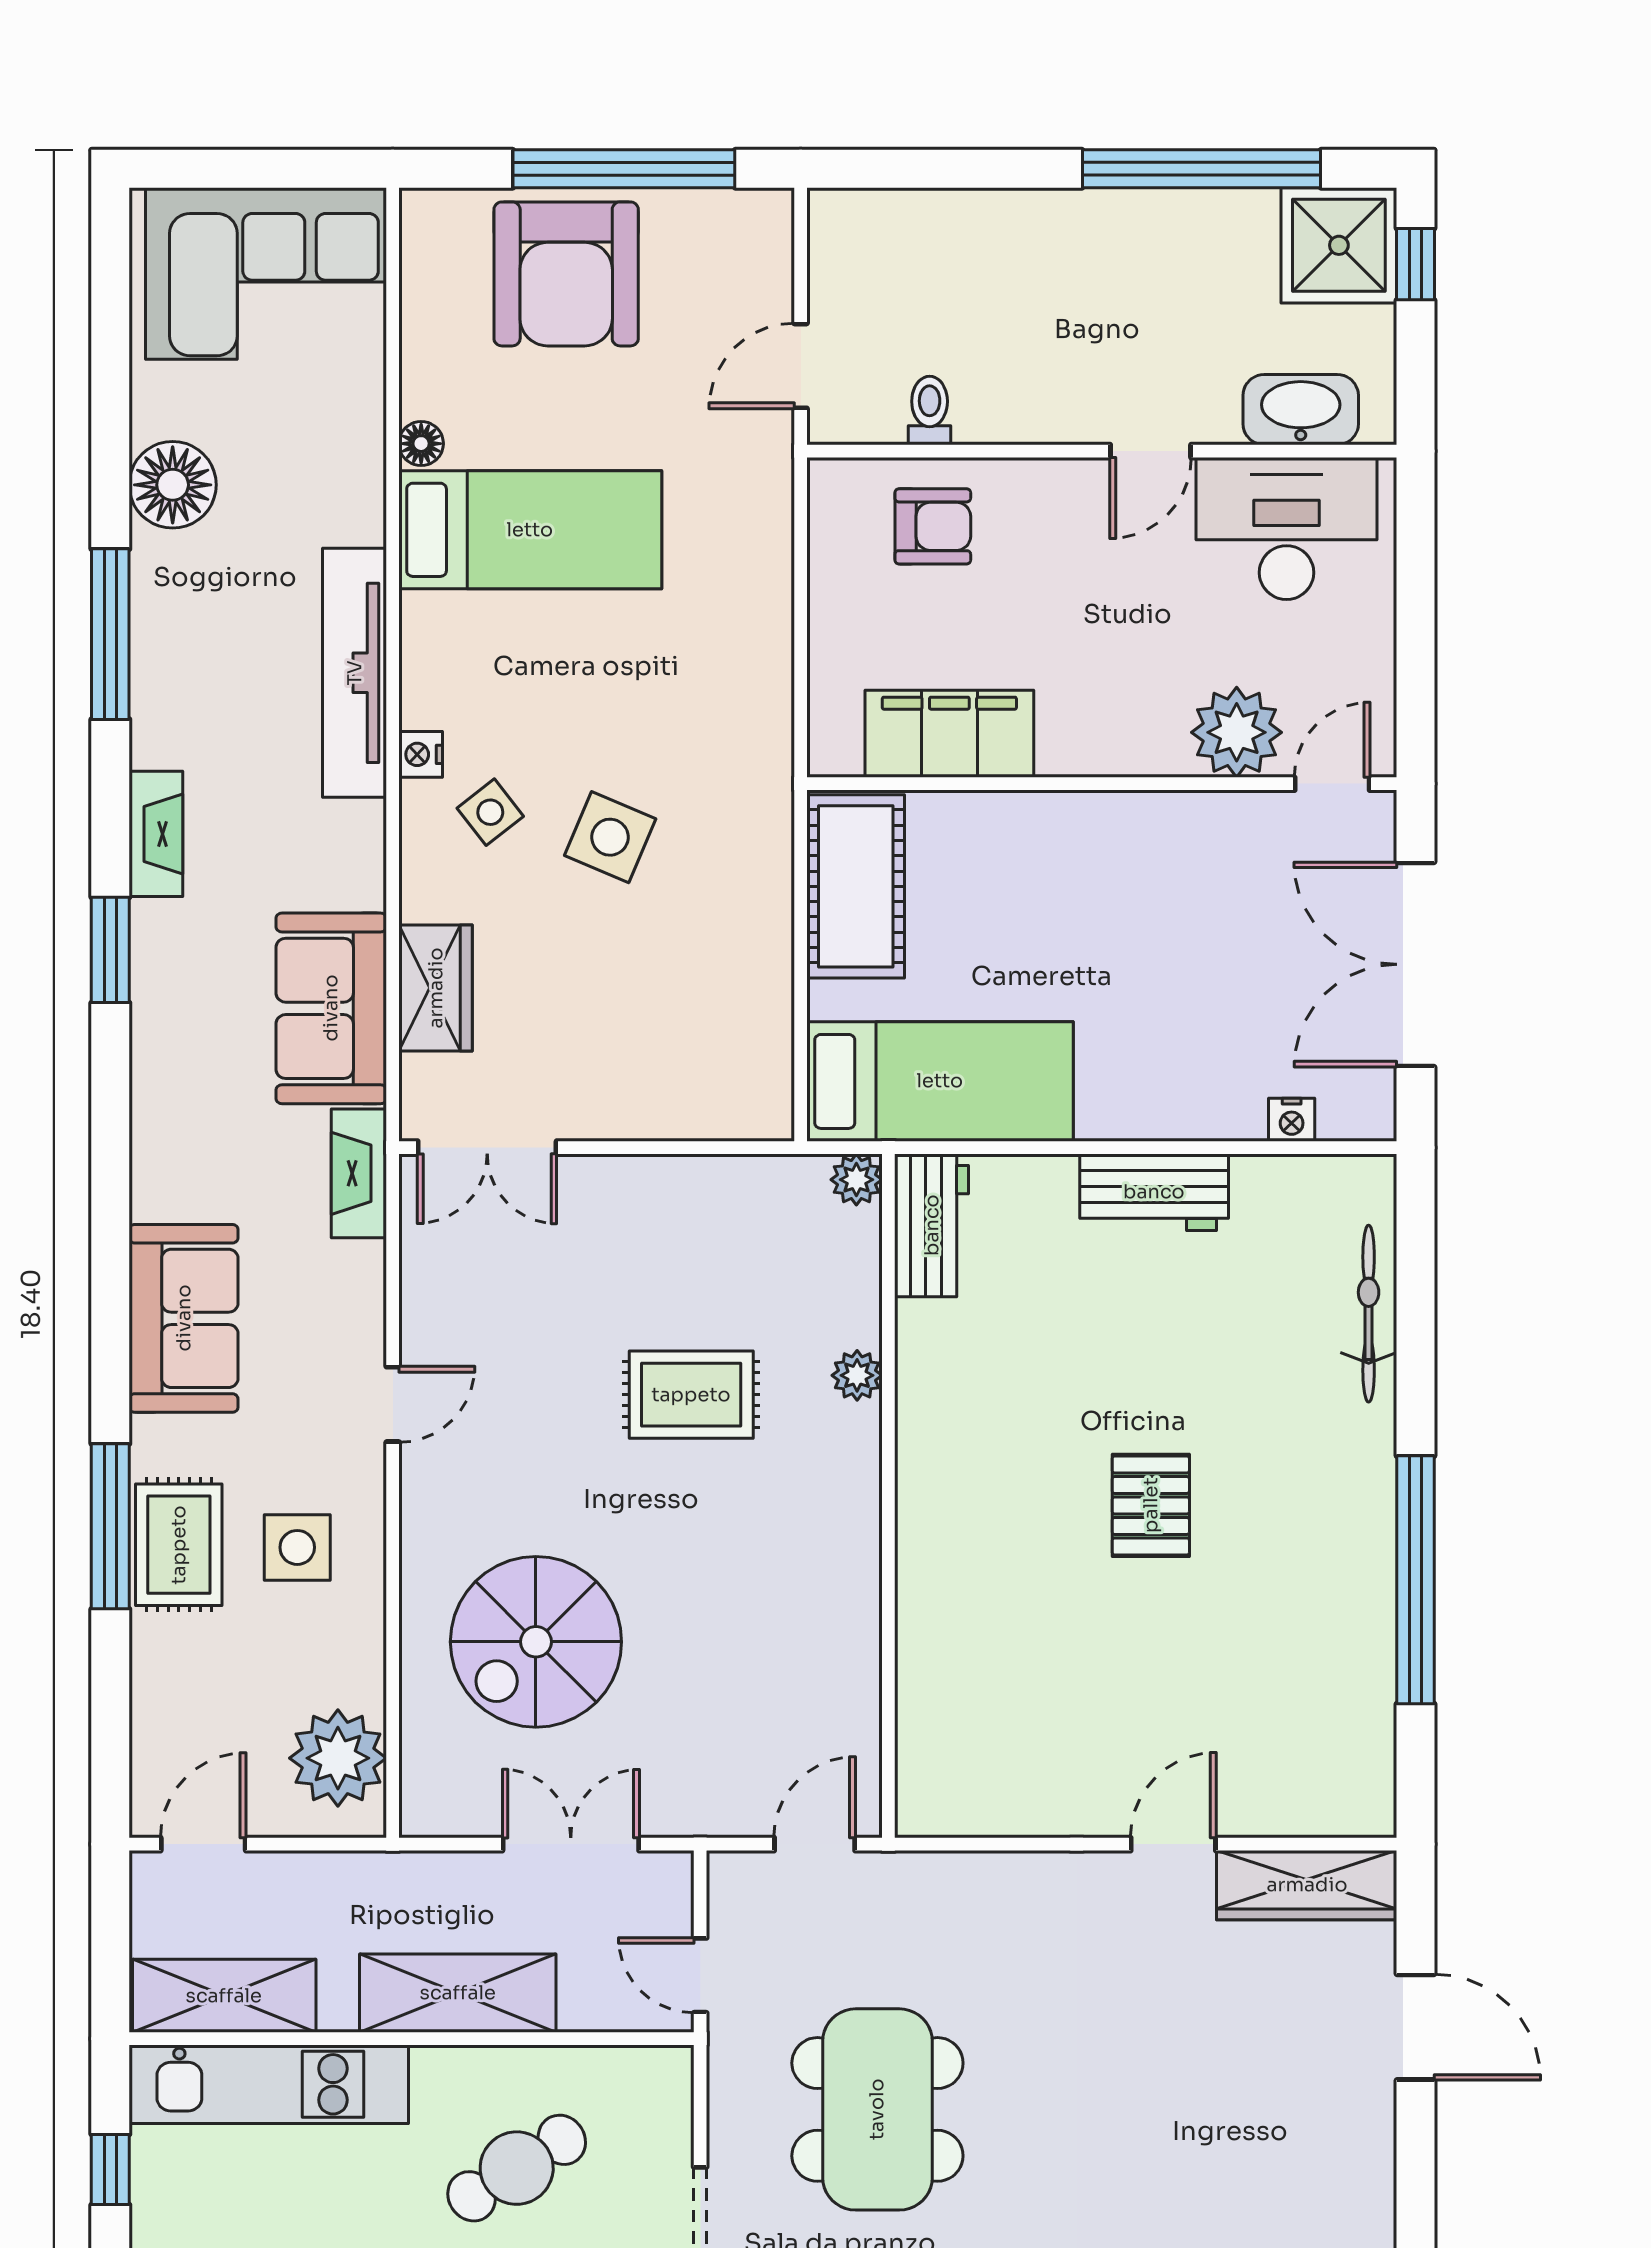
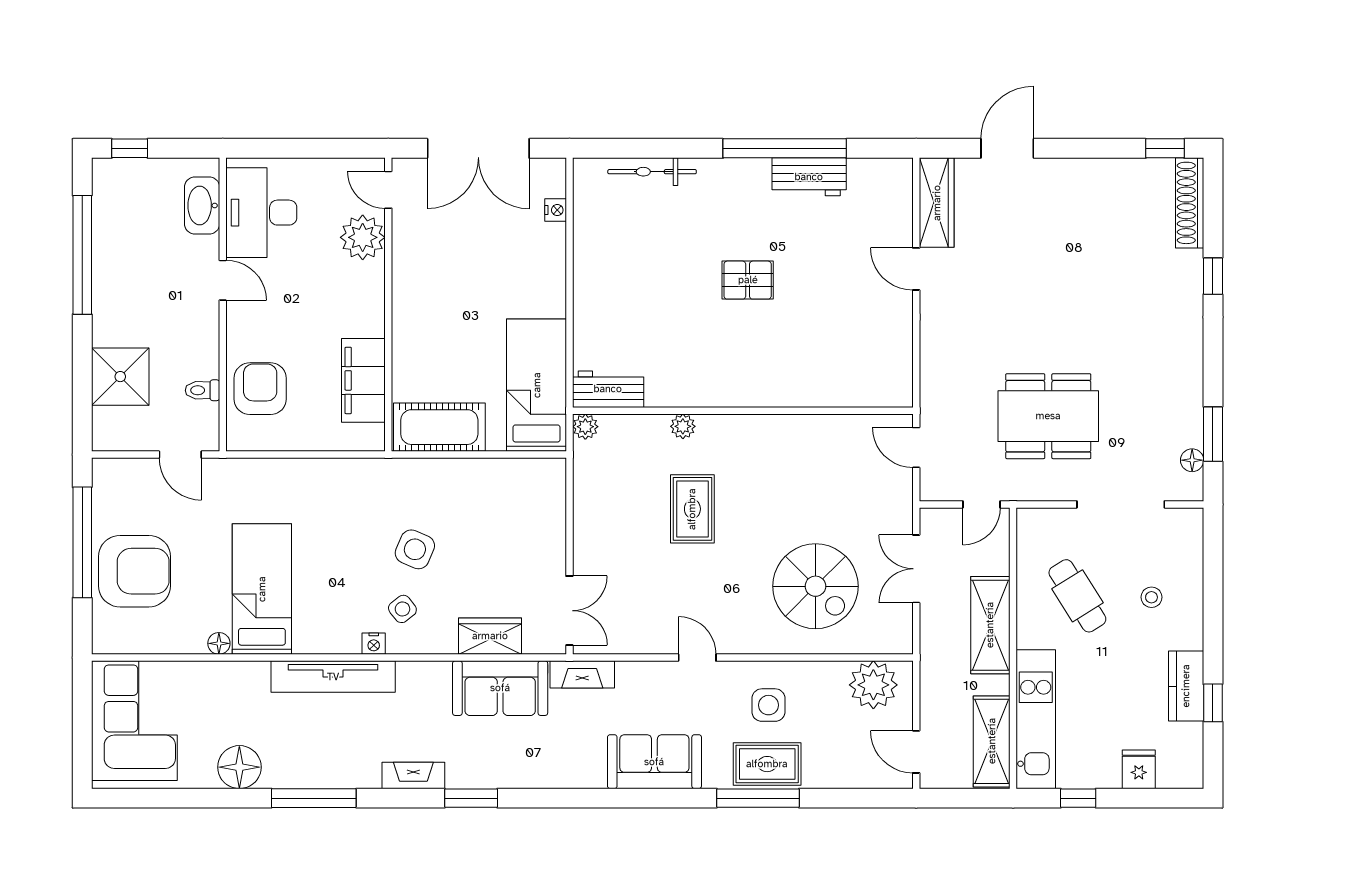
shower: (1339, 245) -> (120, 377), moved
armchair: (933, 526) -> (260, 389), width x1.38, depth x1.38
workbench: (1154, 1192) -> (809, 177), moved, turned 90

